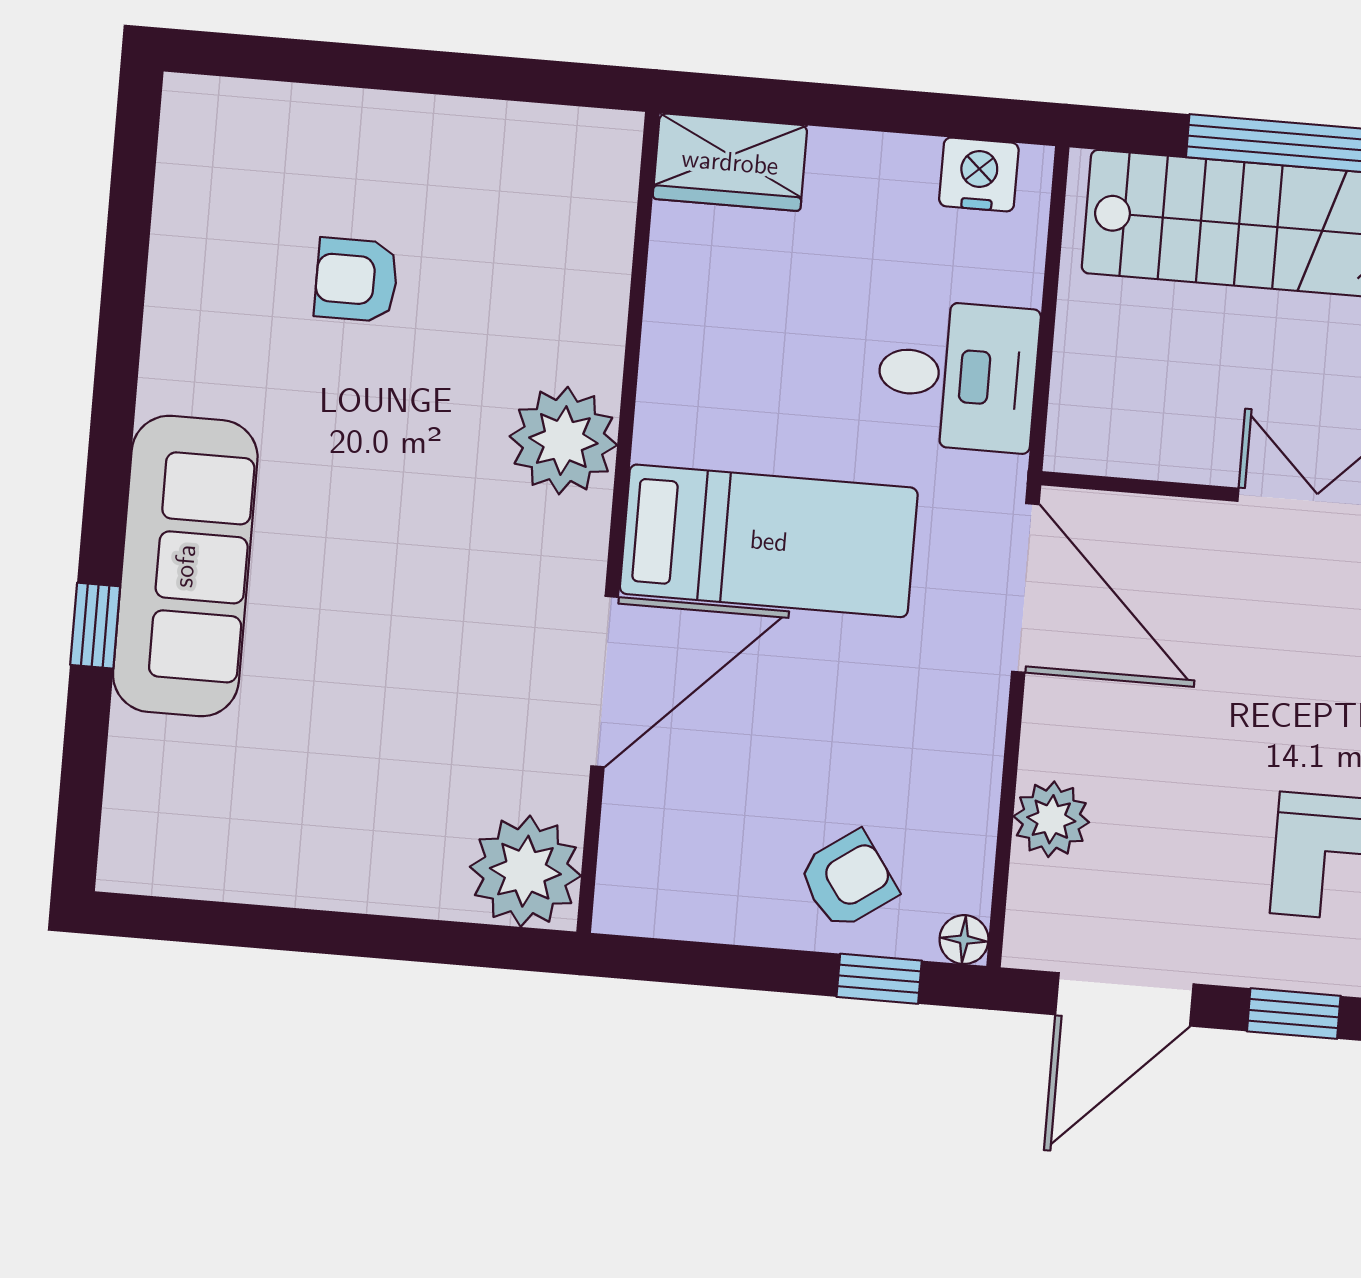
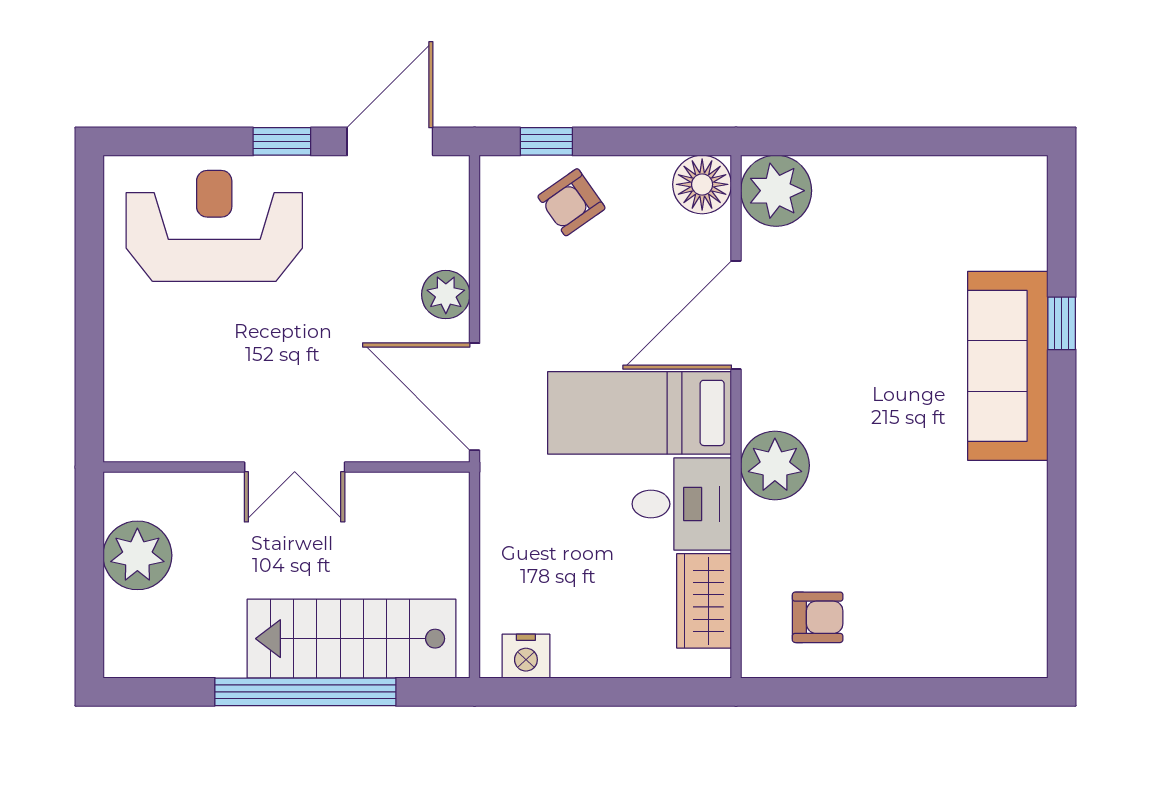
wardrobe: (730, 162) -> (704, 601), moved, turned -90
armchair: (356, 280) -> (818, 617), moved
desk: (957, 376) -> (682, 504), moved, turned 180
plant: (1051, 819) -> (446, 295), moved
floor lamp: (964, 940) -> (702, 184), moved, width x1.89, depth x1.89

